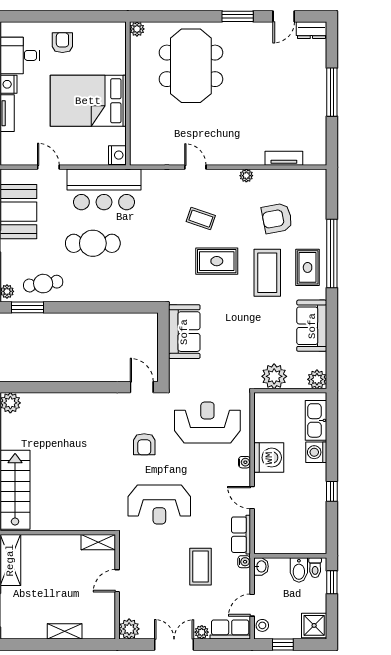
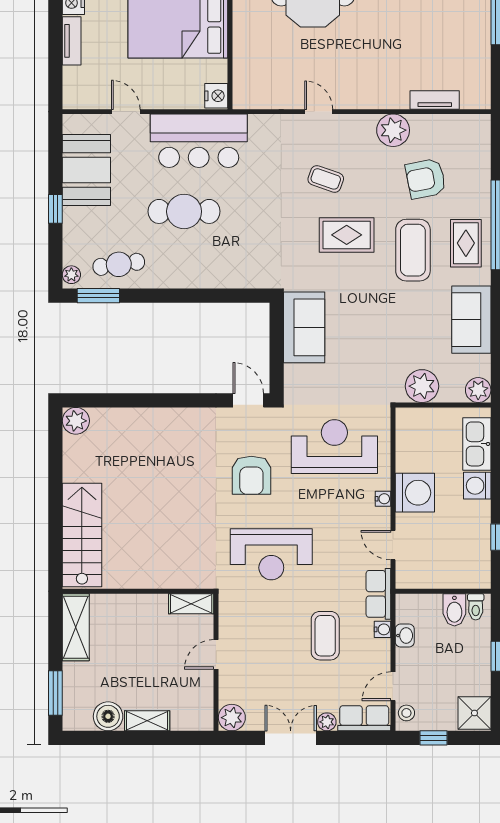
plant: (246, 176) -> (393, 130), width x1.88, depth x1.88
armchair: (144, 444) -> (251, 475), width x1.38, depth x1.38
wall: (290, 556) -> (443, 591), moved
toilet: (315, 568) -> (476, 607), moved
bidet: (299, 570) -> (454, 610), moved
boiler: (35, 628) -> (108, 716), added

